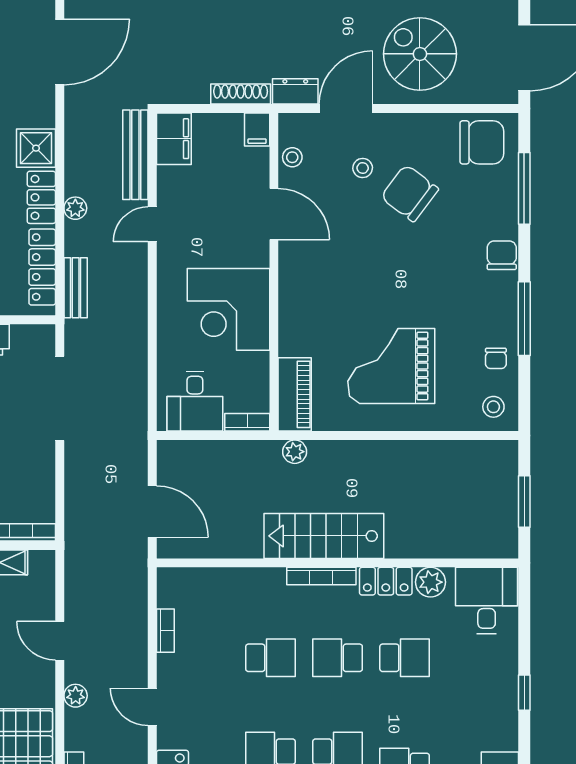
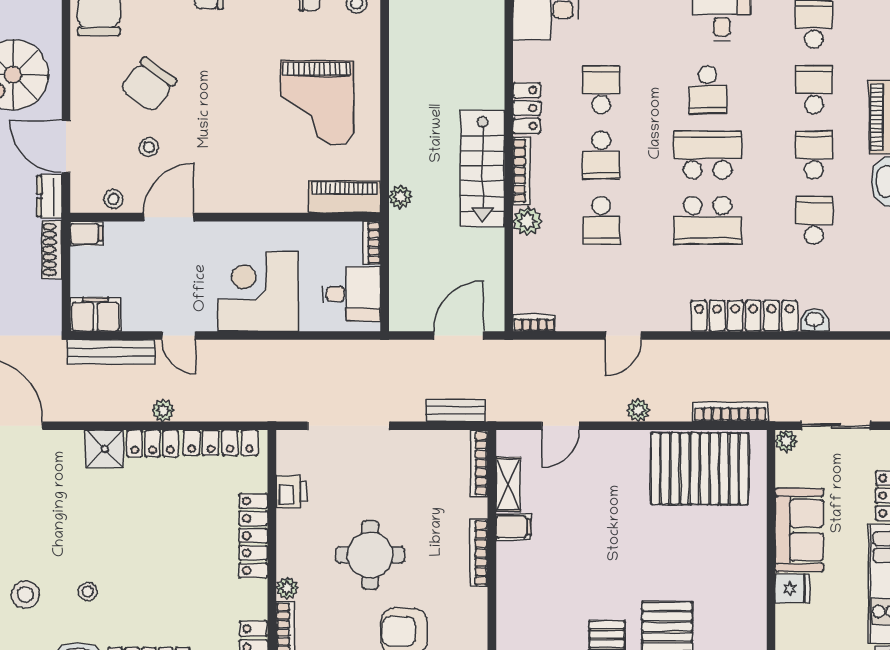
stool: (363, 168) -> (149, 147), moved
bench: (76, 288) -> (455, 410), moved
corner desk: (228, 309) -> (258, 291), moved, turned 180
plant: (430, 582) -> (527, 221), moved
bookcase: (165, 631) -> (534, 323), moved
door: (60, 641) -> (560, 426), moved
school desk: (271, 658) -> (601, 220), turned 180
door: (152, 707) -> (623, 335), moved

